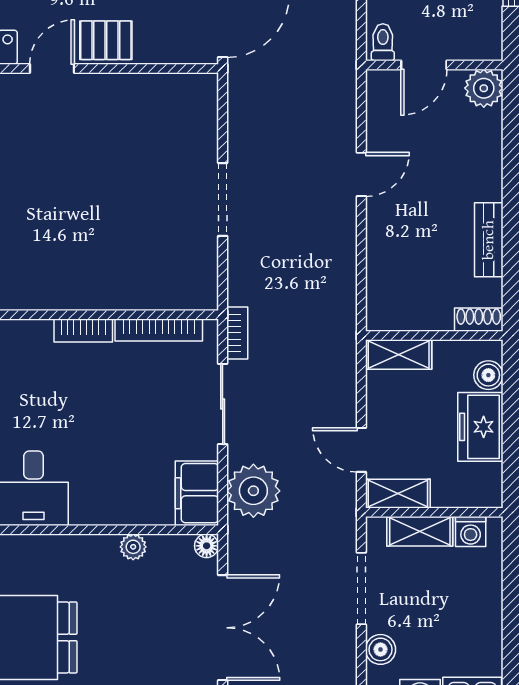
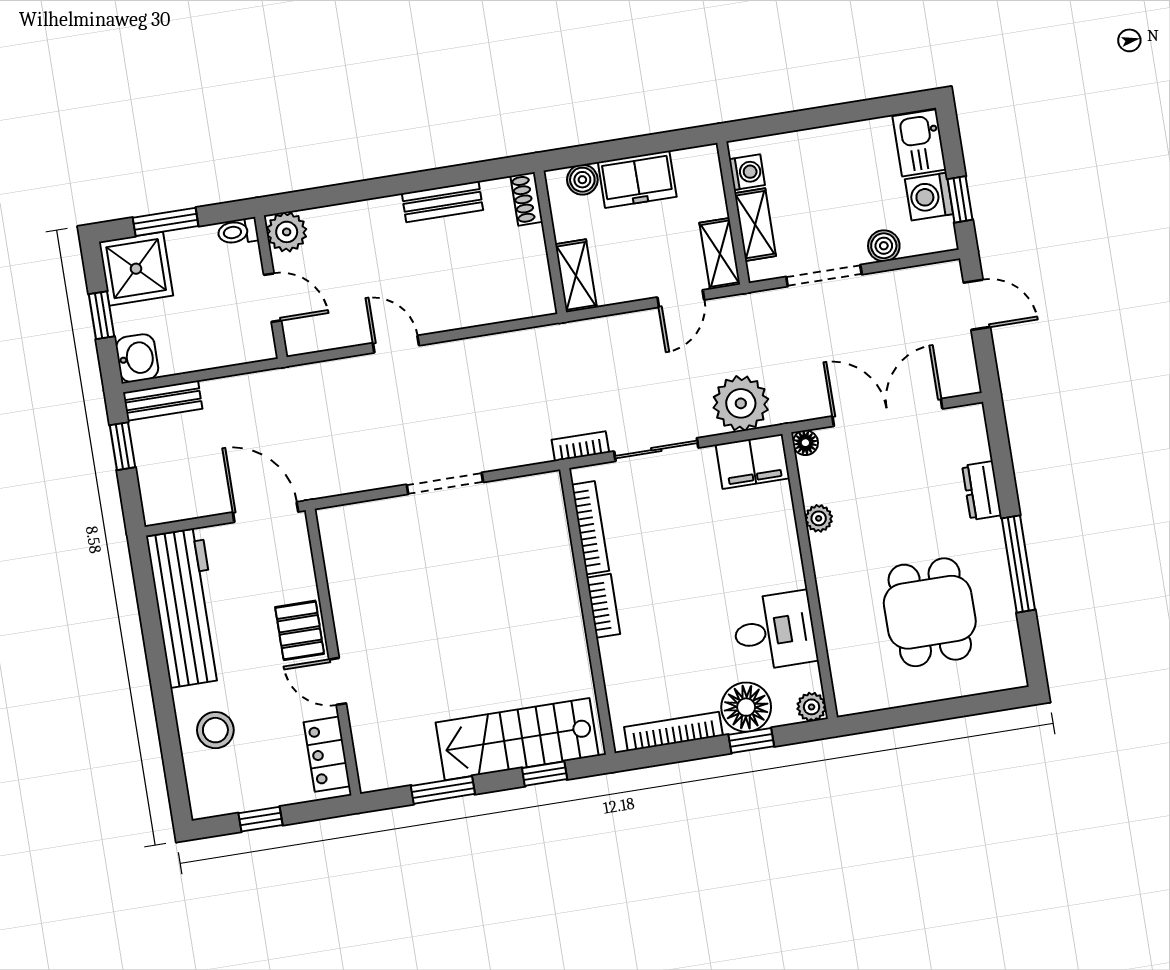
toilet: (383, 42) -> (238, 232), moved

